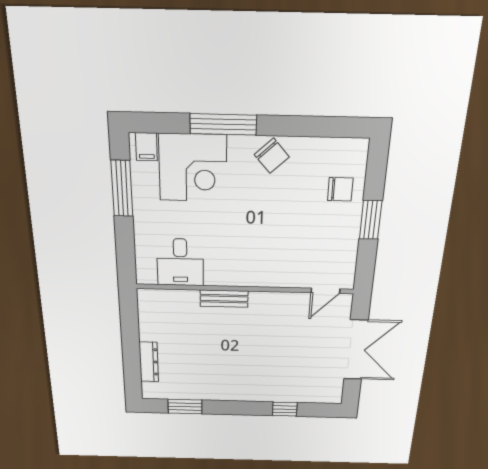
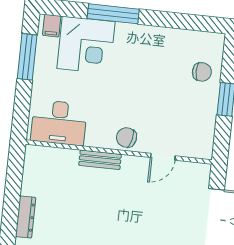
chair: (272, 156) -> (126, 137), moved, turned 145
desk: (180, 262) -> (59, 123), width x1.37
door: (325, 291) -> (163, 157), moved

